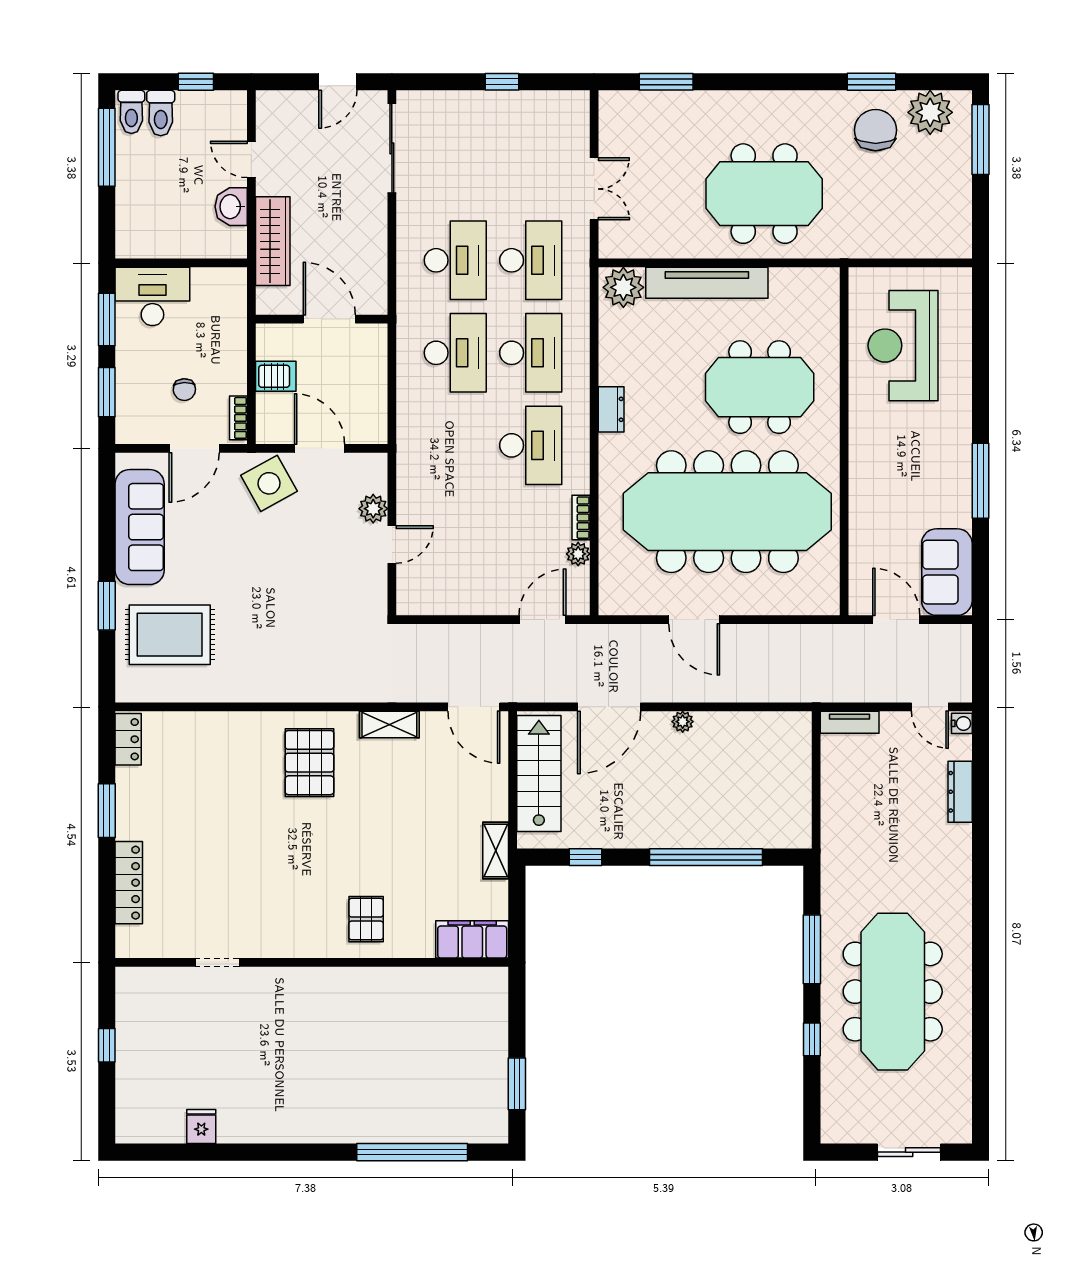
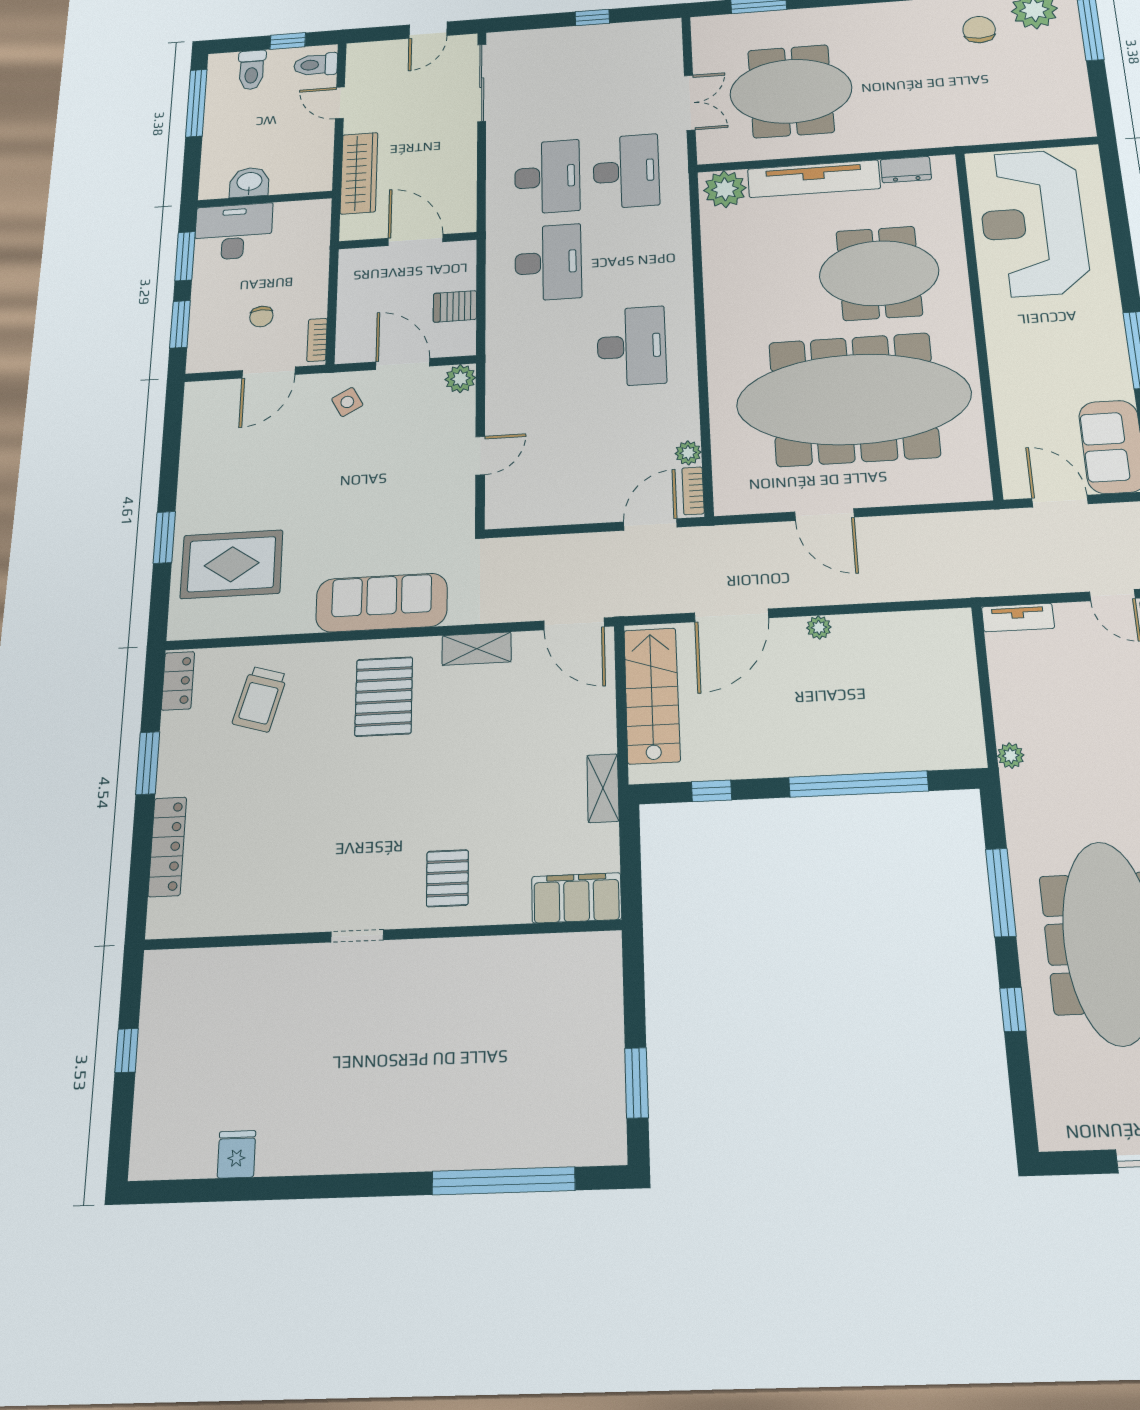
toilet: (131, 112) -> (316, 65), moved, turned 90
chair: (876, 130) -> (979, 30), width x0.73, depth x0.73
meeting table: (764, 194) -> (791, 91), moved
washbasin: (231, 207) -> (249, 182), moved, turned 90
reception desk: (903, 346) -> (1033, 223), width x1.36, depth x1.30
desk: (531, 353) -> (629, 257), removed
server rack: (276, 376) -> (455, 306), moved, turned 180
dresser: (611, 409) -> (906, 170), moved, turned 90
side table: (269, 483) -> (347, 402), width x0.54, depth x0.54
plant: (373, 509) -> (460, 379), moved
bookcase: (581, 518) -> (693, 491), moved
sofa: (140, 527) -> (382, 603), moved, turned -90
trolley: (201, 759) -> (260, 699), added
plant: (831, 839) -> (1011, 756), added
doorway: (217, 962) -> (357, 936), moved

